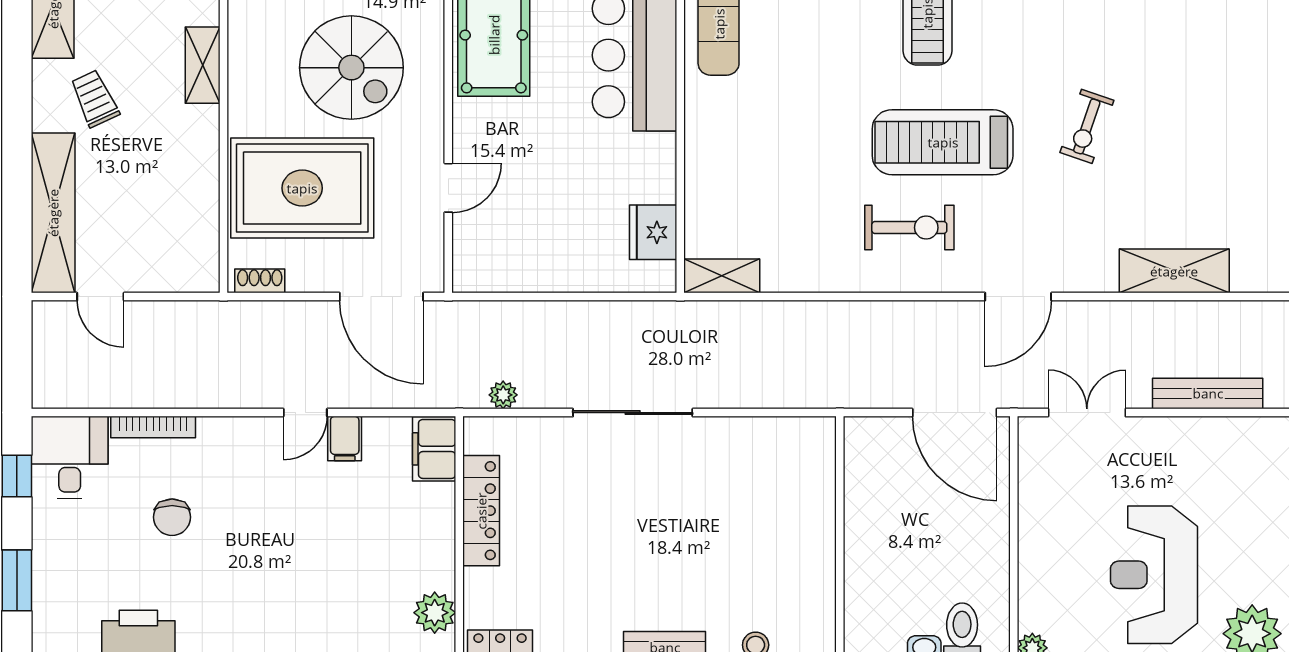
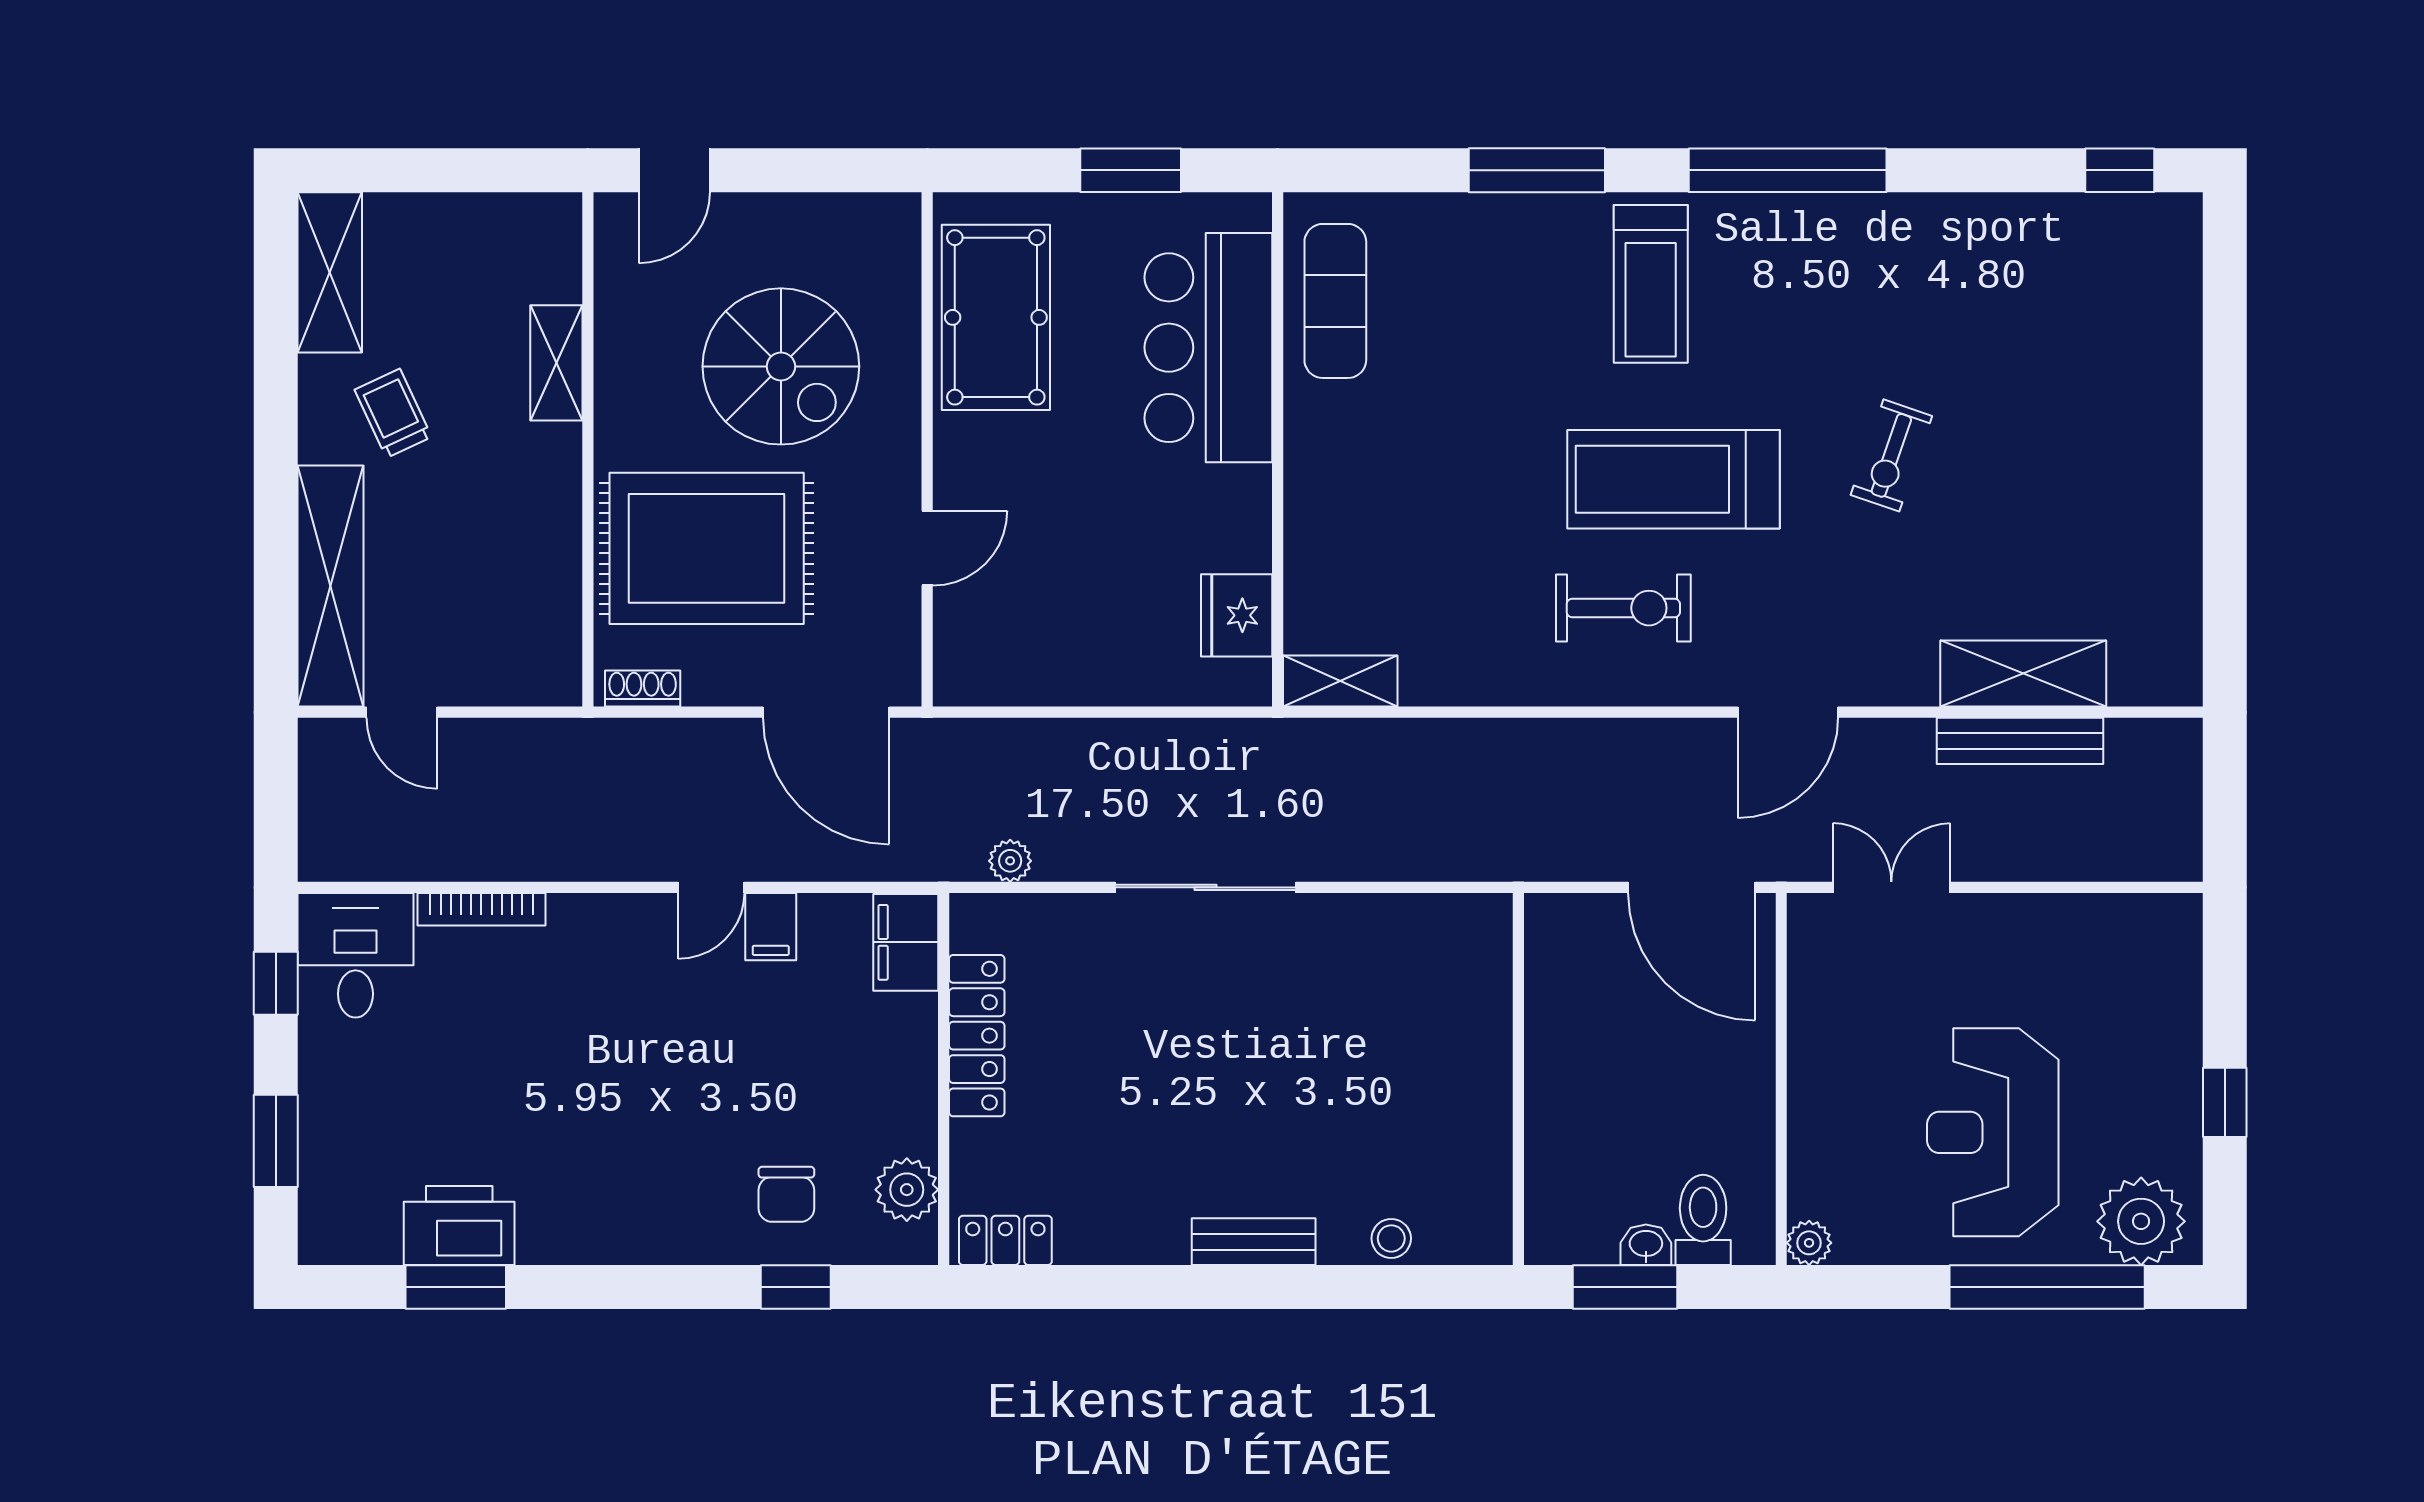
bench: (1208, 393) -> (2020, 741), moved
chair: (172, 517) -> (786, 1194), moved

